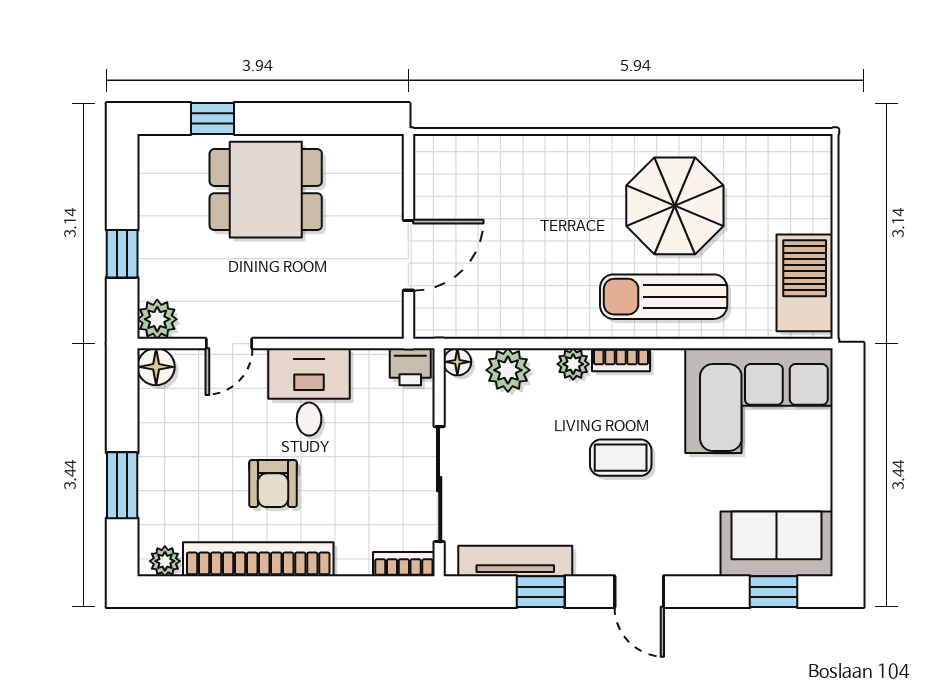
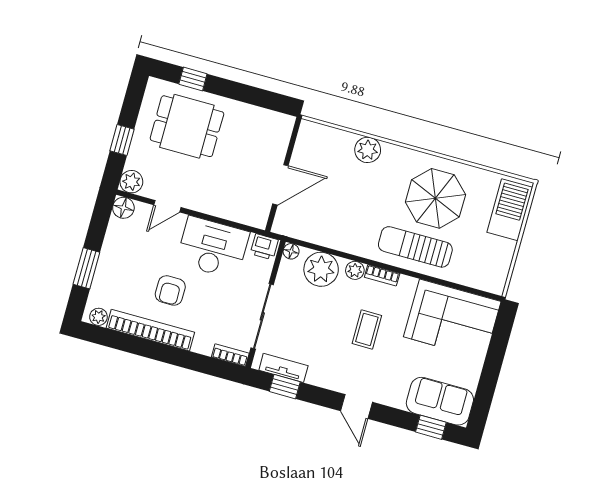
plant: (539, 156) -> (368, 150), added
dining table: (266, 190) -> (187, 126), moved
barbecue: (805, 283) -> (510, 210), moved
plant: (508, 370) -> (321, 269), width x1.36, depth x1.36
desk: (309, 392) -> (213, 248), width x1.37
coffee table: (621, 458) -> (367, 329), turned 90
tv unit: (515, 561) -> (283, 368), width x0.71
window: (541, 592) -> (285, 387), moved

